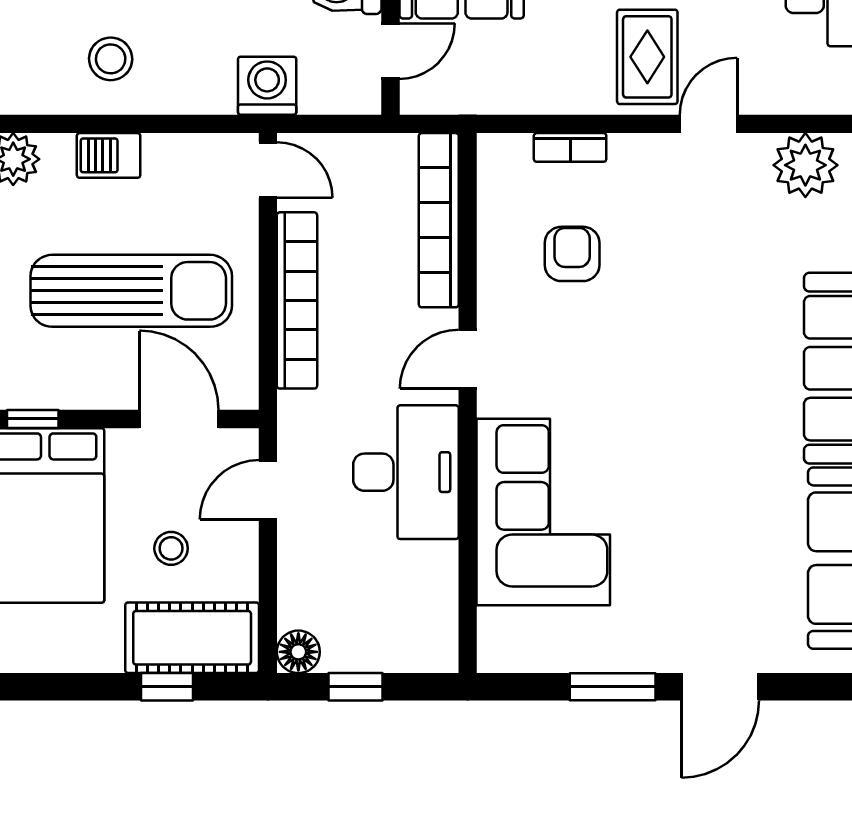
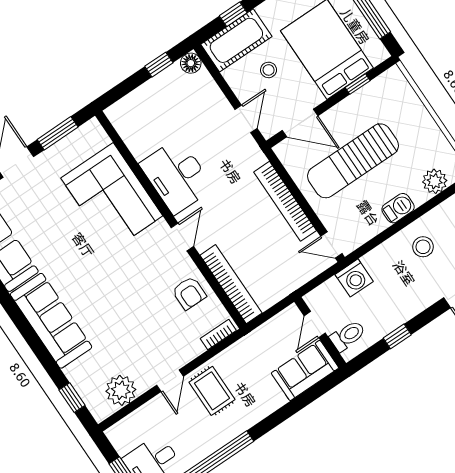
bookcase: (439, 220) -> (231, 284), moved
door: (468, 359) -> (182, 237), moved
wall: (468, 403) -> (171, 220), moved
desk: (406, 472) -> (177, 176), moved
corner sofa: (543, 512) -> (112, 197), moved

